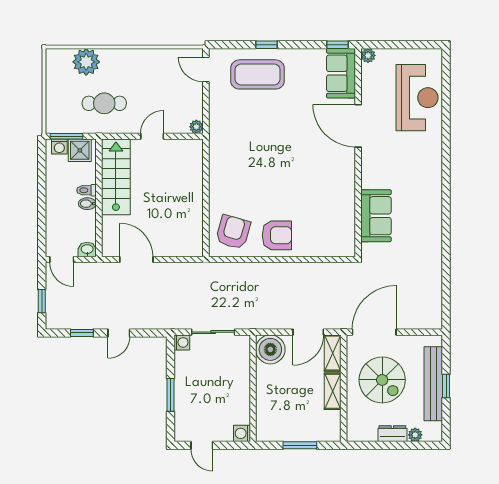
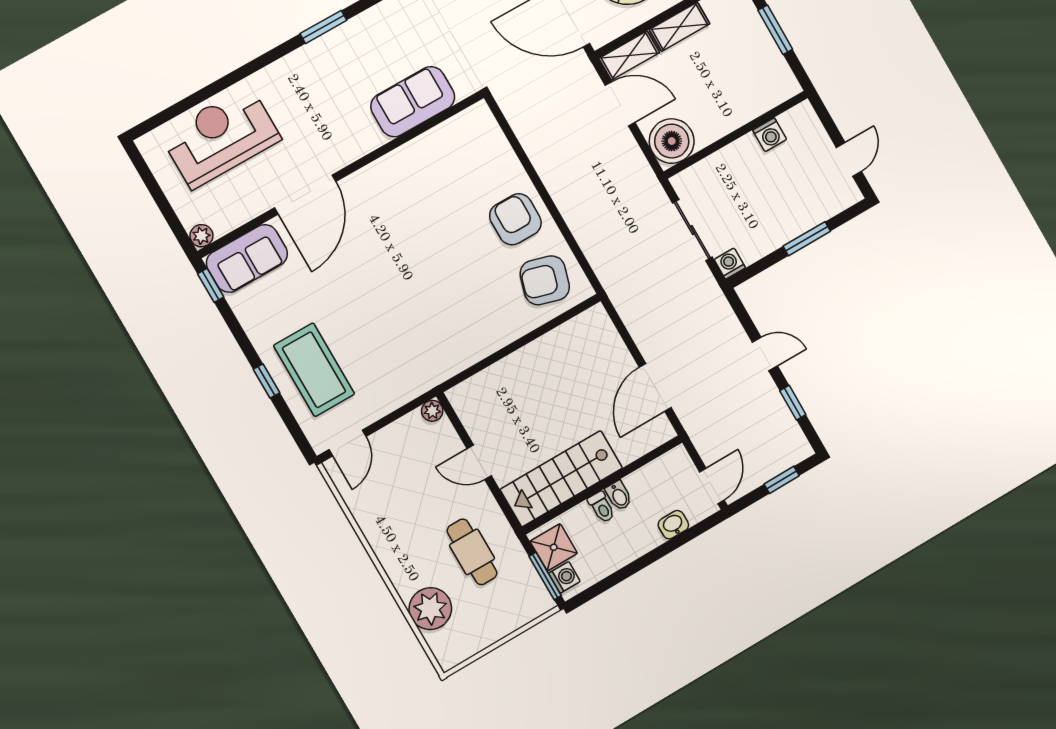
window: (446, 190) -> (323, 27), added
washbasin: (87, 249) -> (673, 525), moved, turned 90
washing machine: (242, 433) -> (770, 135), moved

